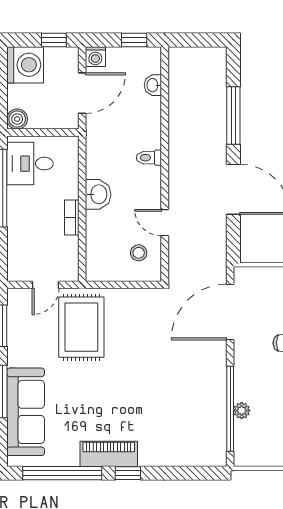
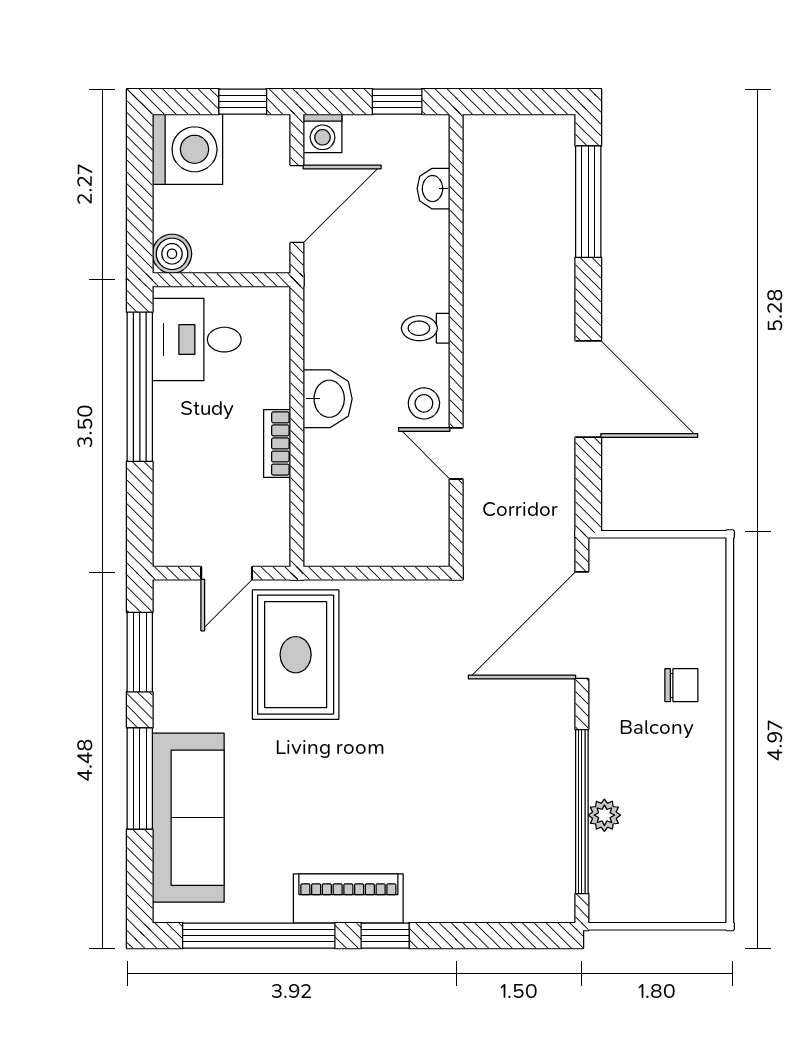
window: (233, 115) -> (588, 202), moved
stool: (139, 253) -> (424, 403), moved

